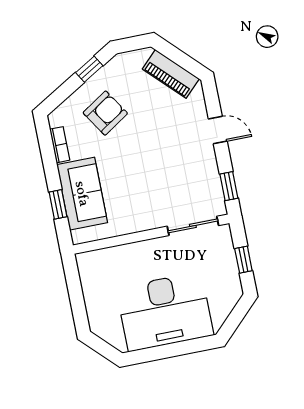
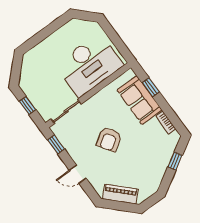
window: (89, 69) -> (175, 161), moved
armchair: (105, 113) -> (109, 139), moved
desk: (165, 312) -> (89, 65), moved, turned 180

